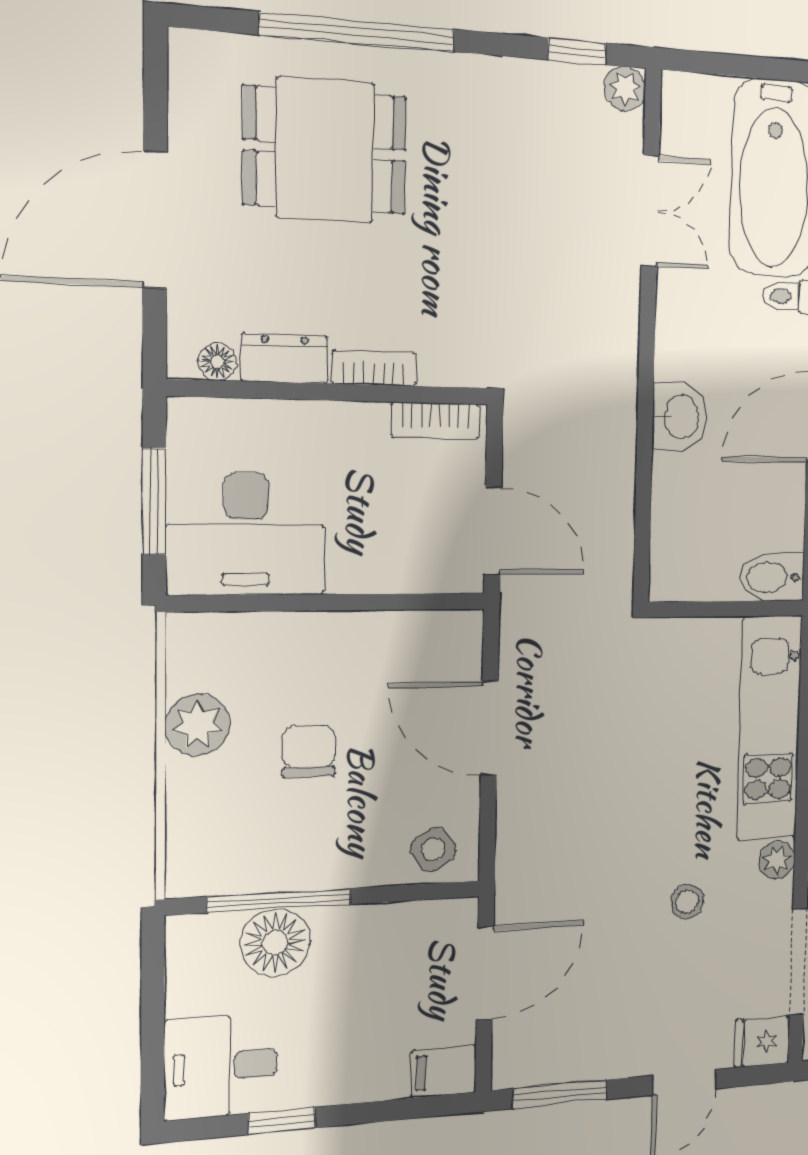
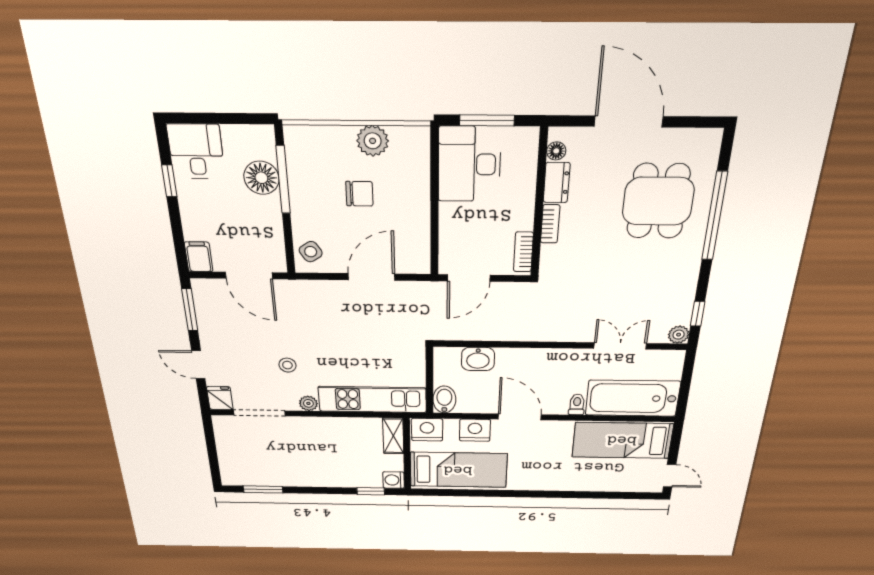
double door: (650, 211) -> (620, 346), swing flipped
washbasin: (680, 417) -> (478, 359), moved

